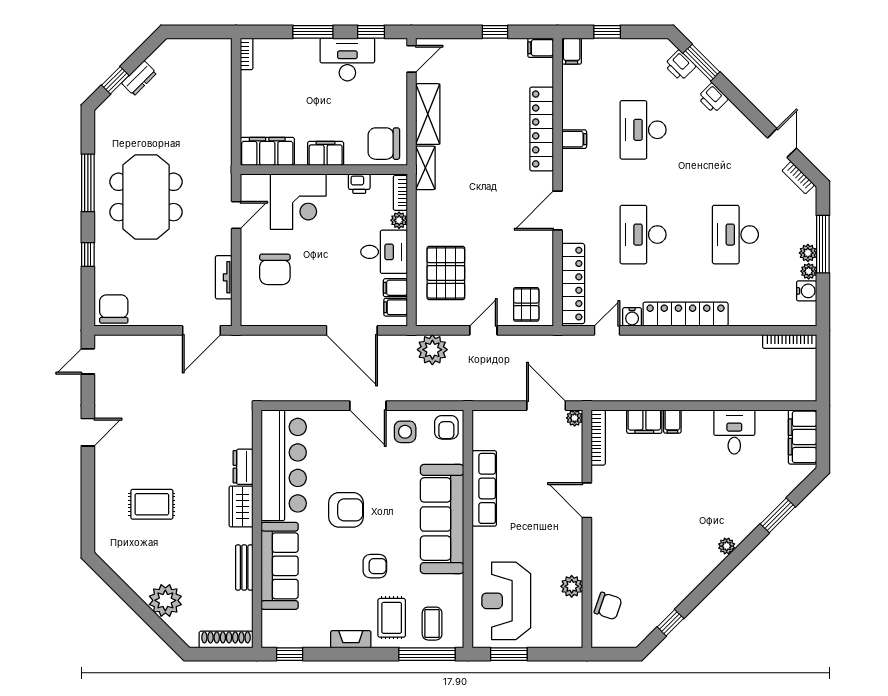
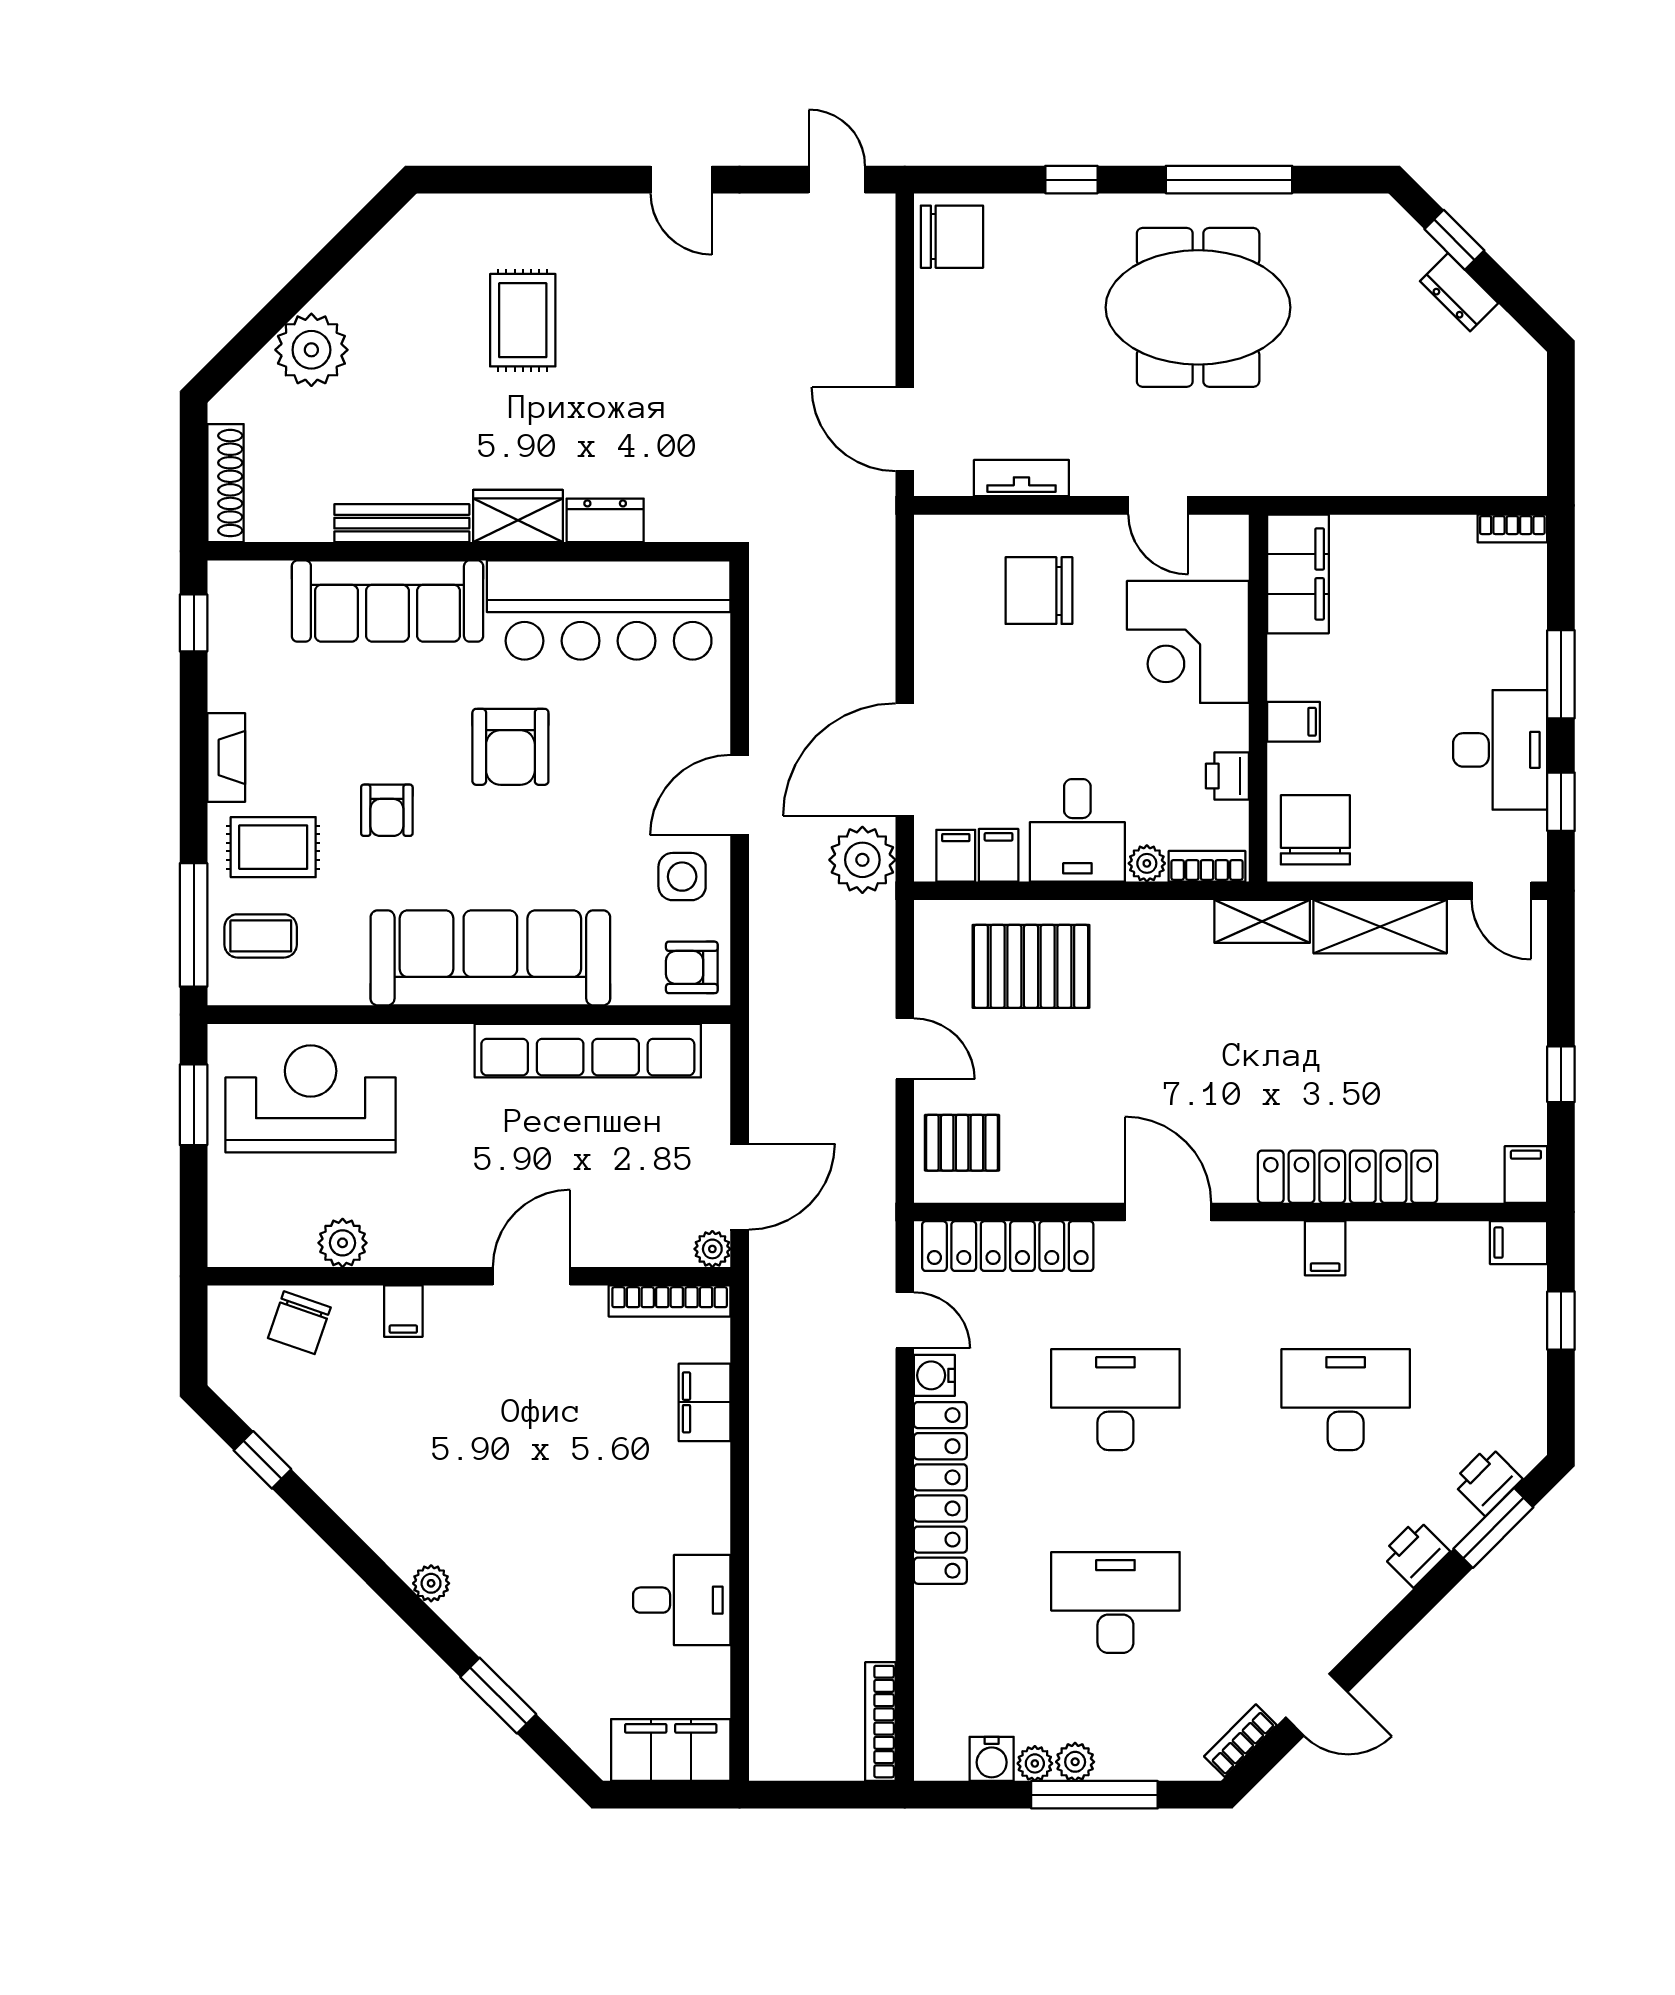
filing cabinet: (326, 153) -> (1294, 722), width x0.50
plant: (432, 350) -> (862, 860), moved
filing cabinet: (672, 421) -> (403, 1311), moved, turned -90
row of seats: (484, 488) -> (588, 1051), width x1.36
bench: (244, 567) -> (402, 523), width x1.36

